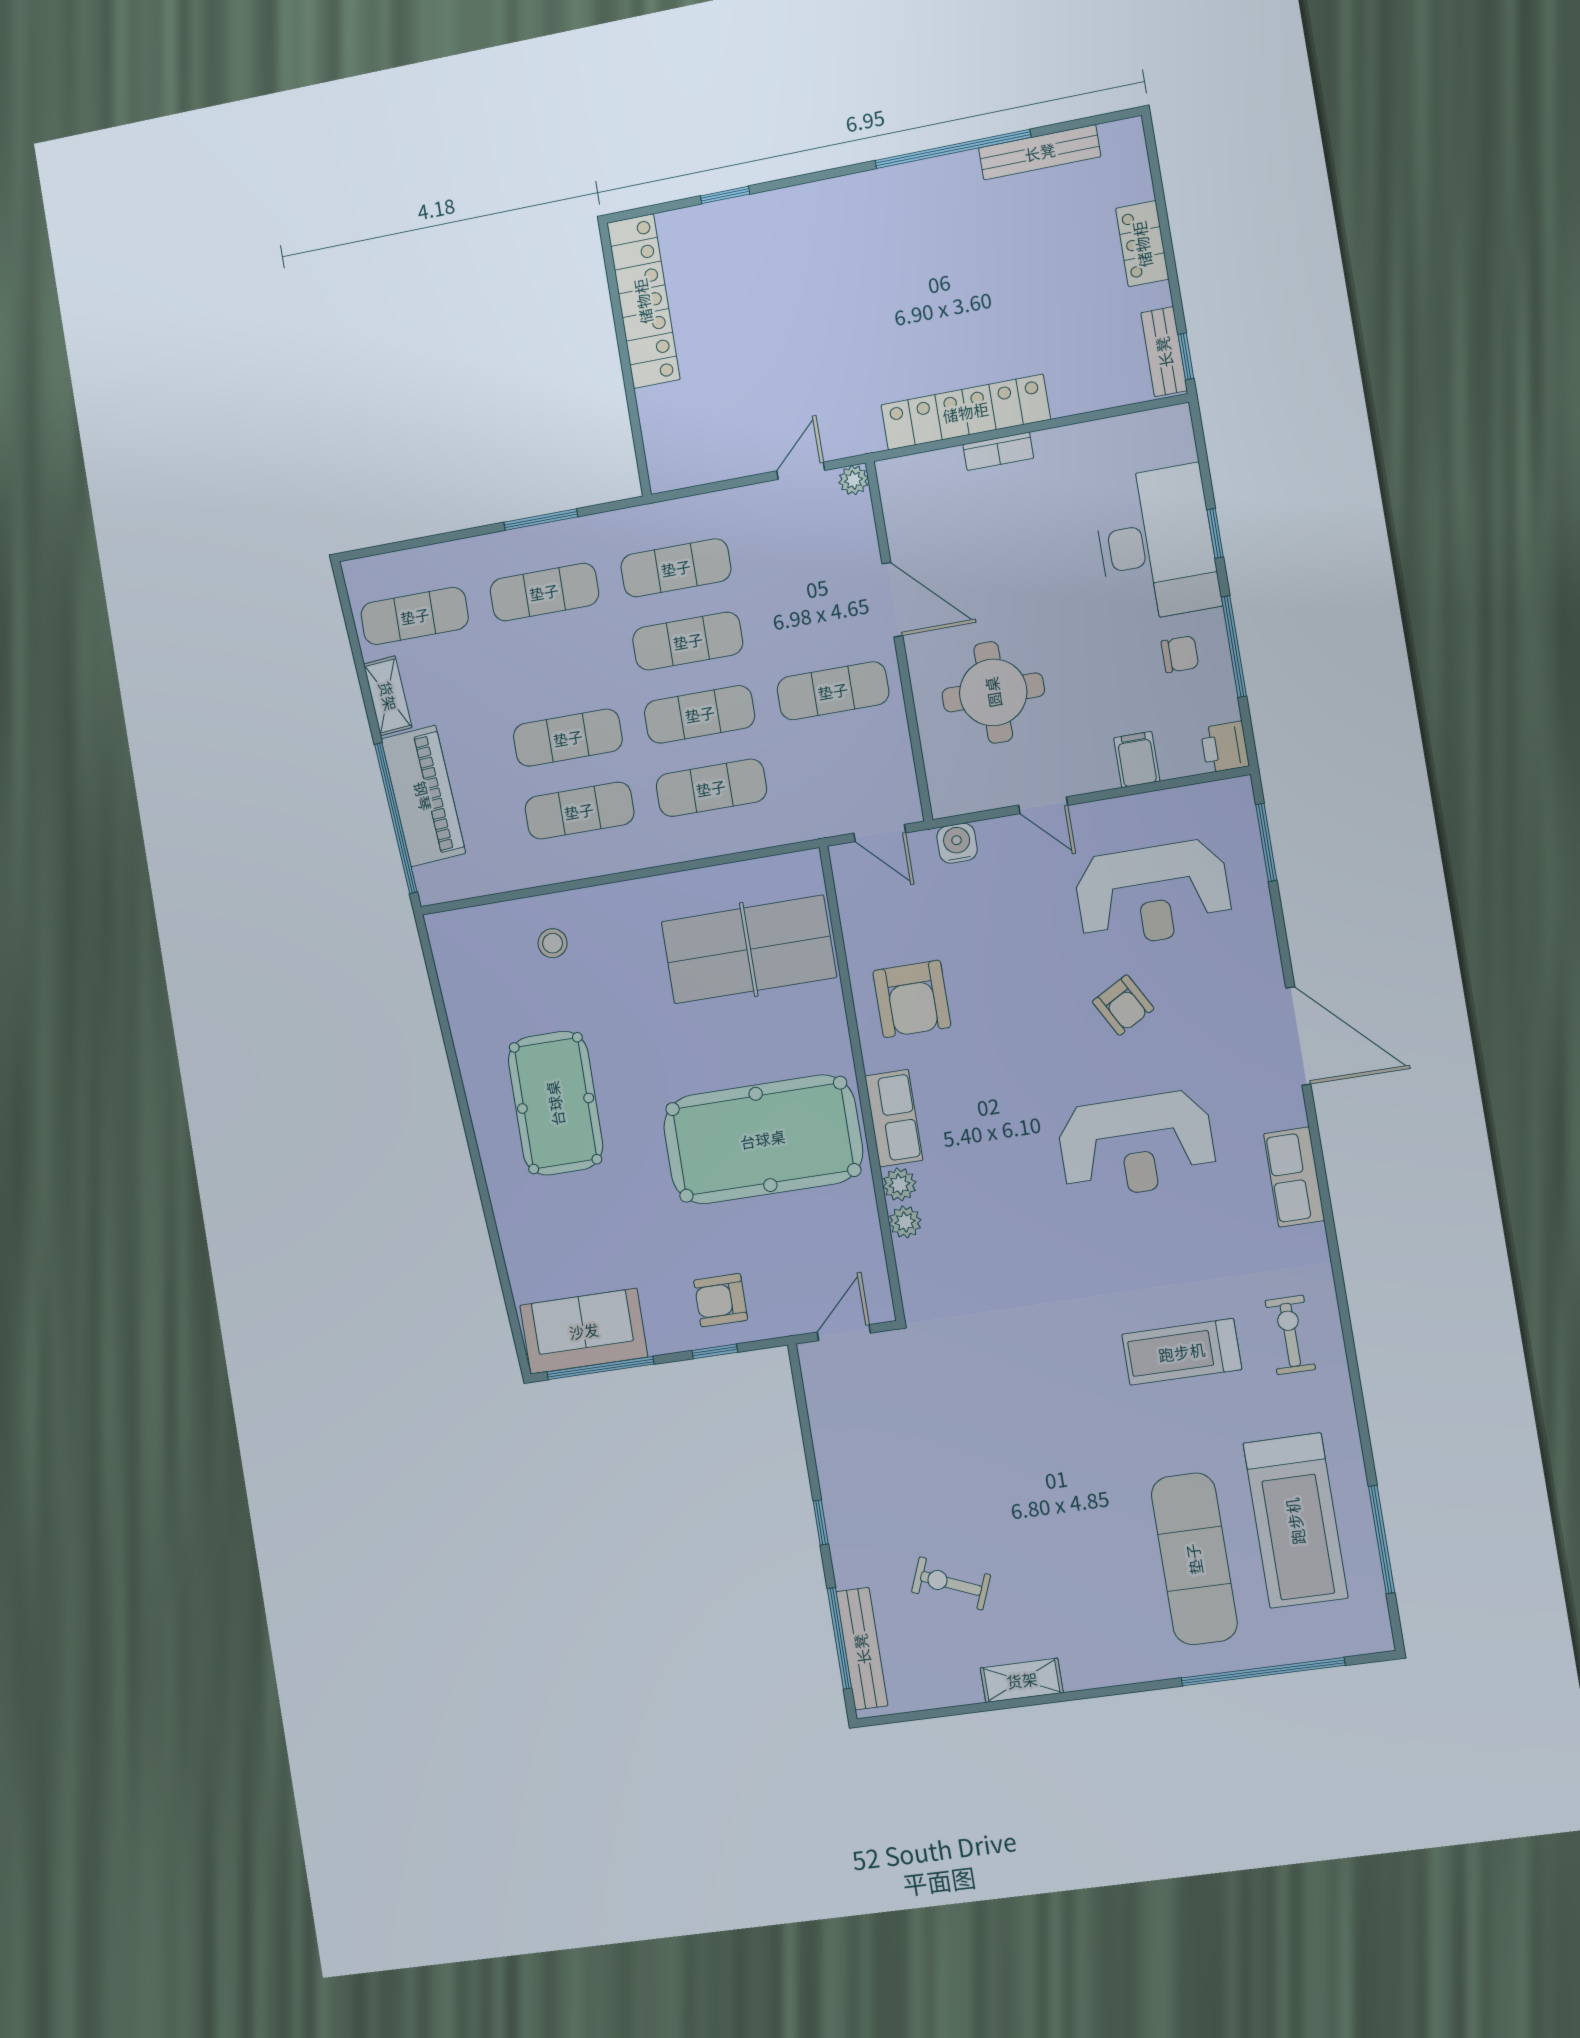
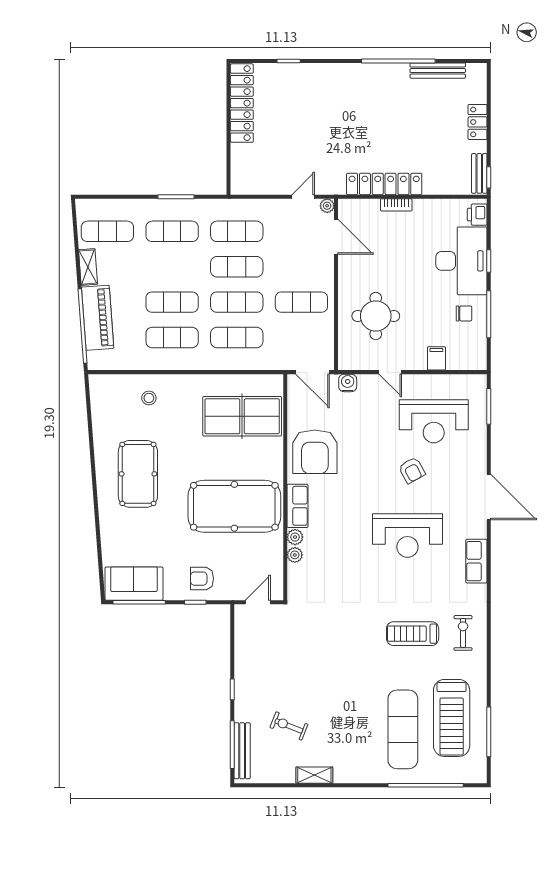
door: (892, 600) -> (336, 237), moved
printer: (1225, 747) -> (477, 215), moved
door: (880, 833) -> (312, 372), width x1.38
armchair: (912, 999) -> (315, 452), width x1.36, depth x1.36

